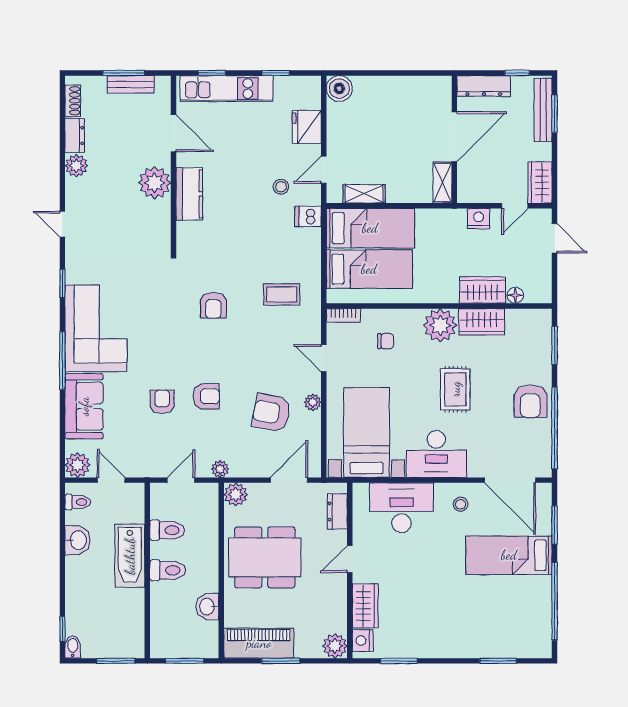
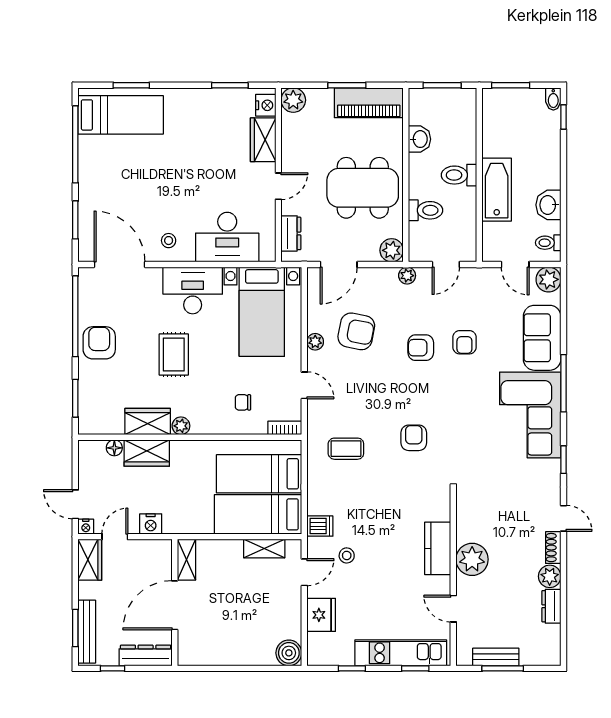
shoe rack: (73, 101) -> (553, 548), moved
door: (173, 133) -> (453, 609), width x0.73
nightstand: (544, 216) -> (86, 527), added
plant: (440, 325) -> (181, 426), width x0.53, depth x0.53
toilet: (167, 530) -> (426, 210), moved, turned 180
bed: (509, 555) -> (121, 115), moved

